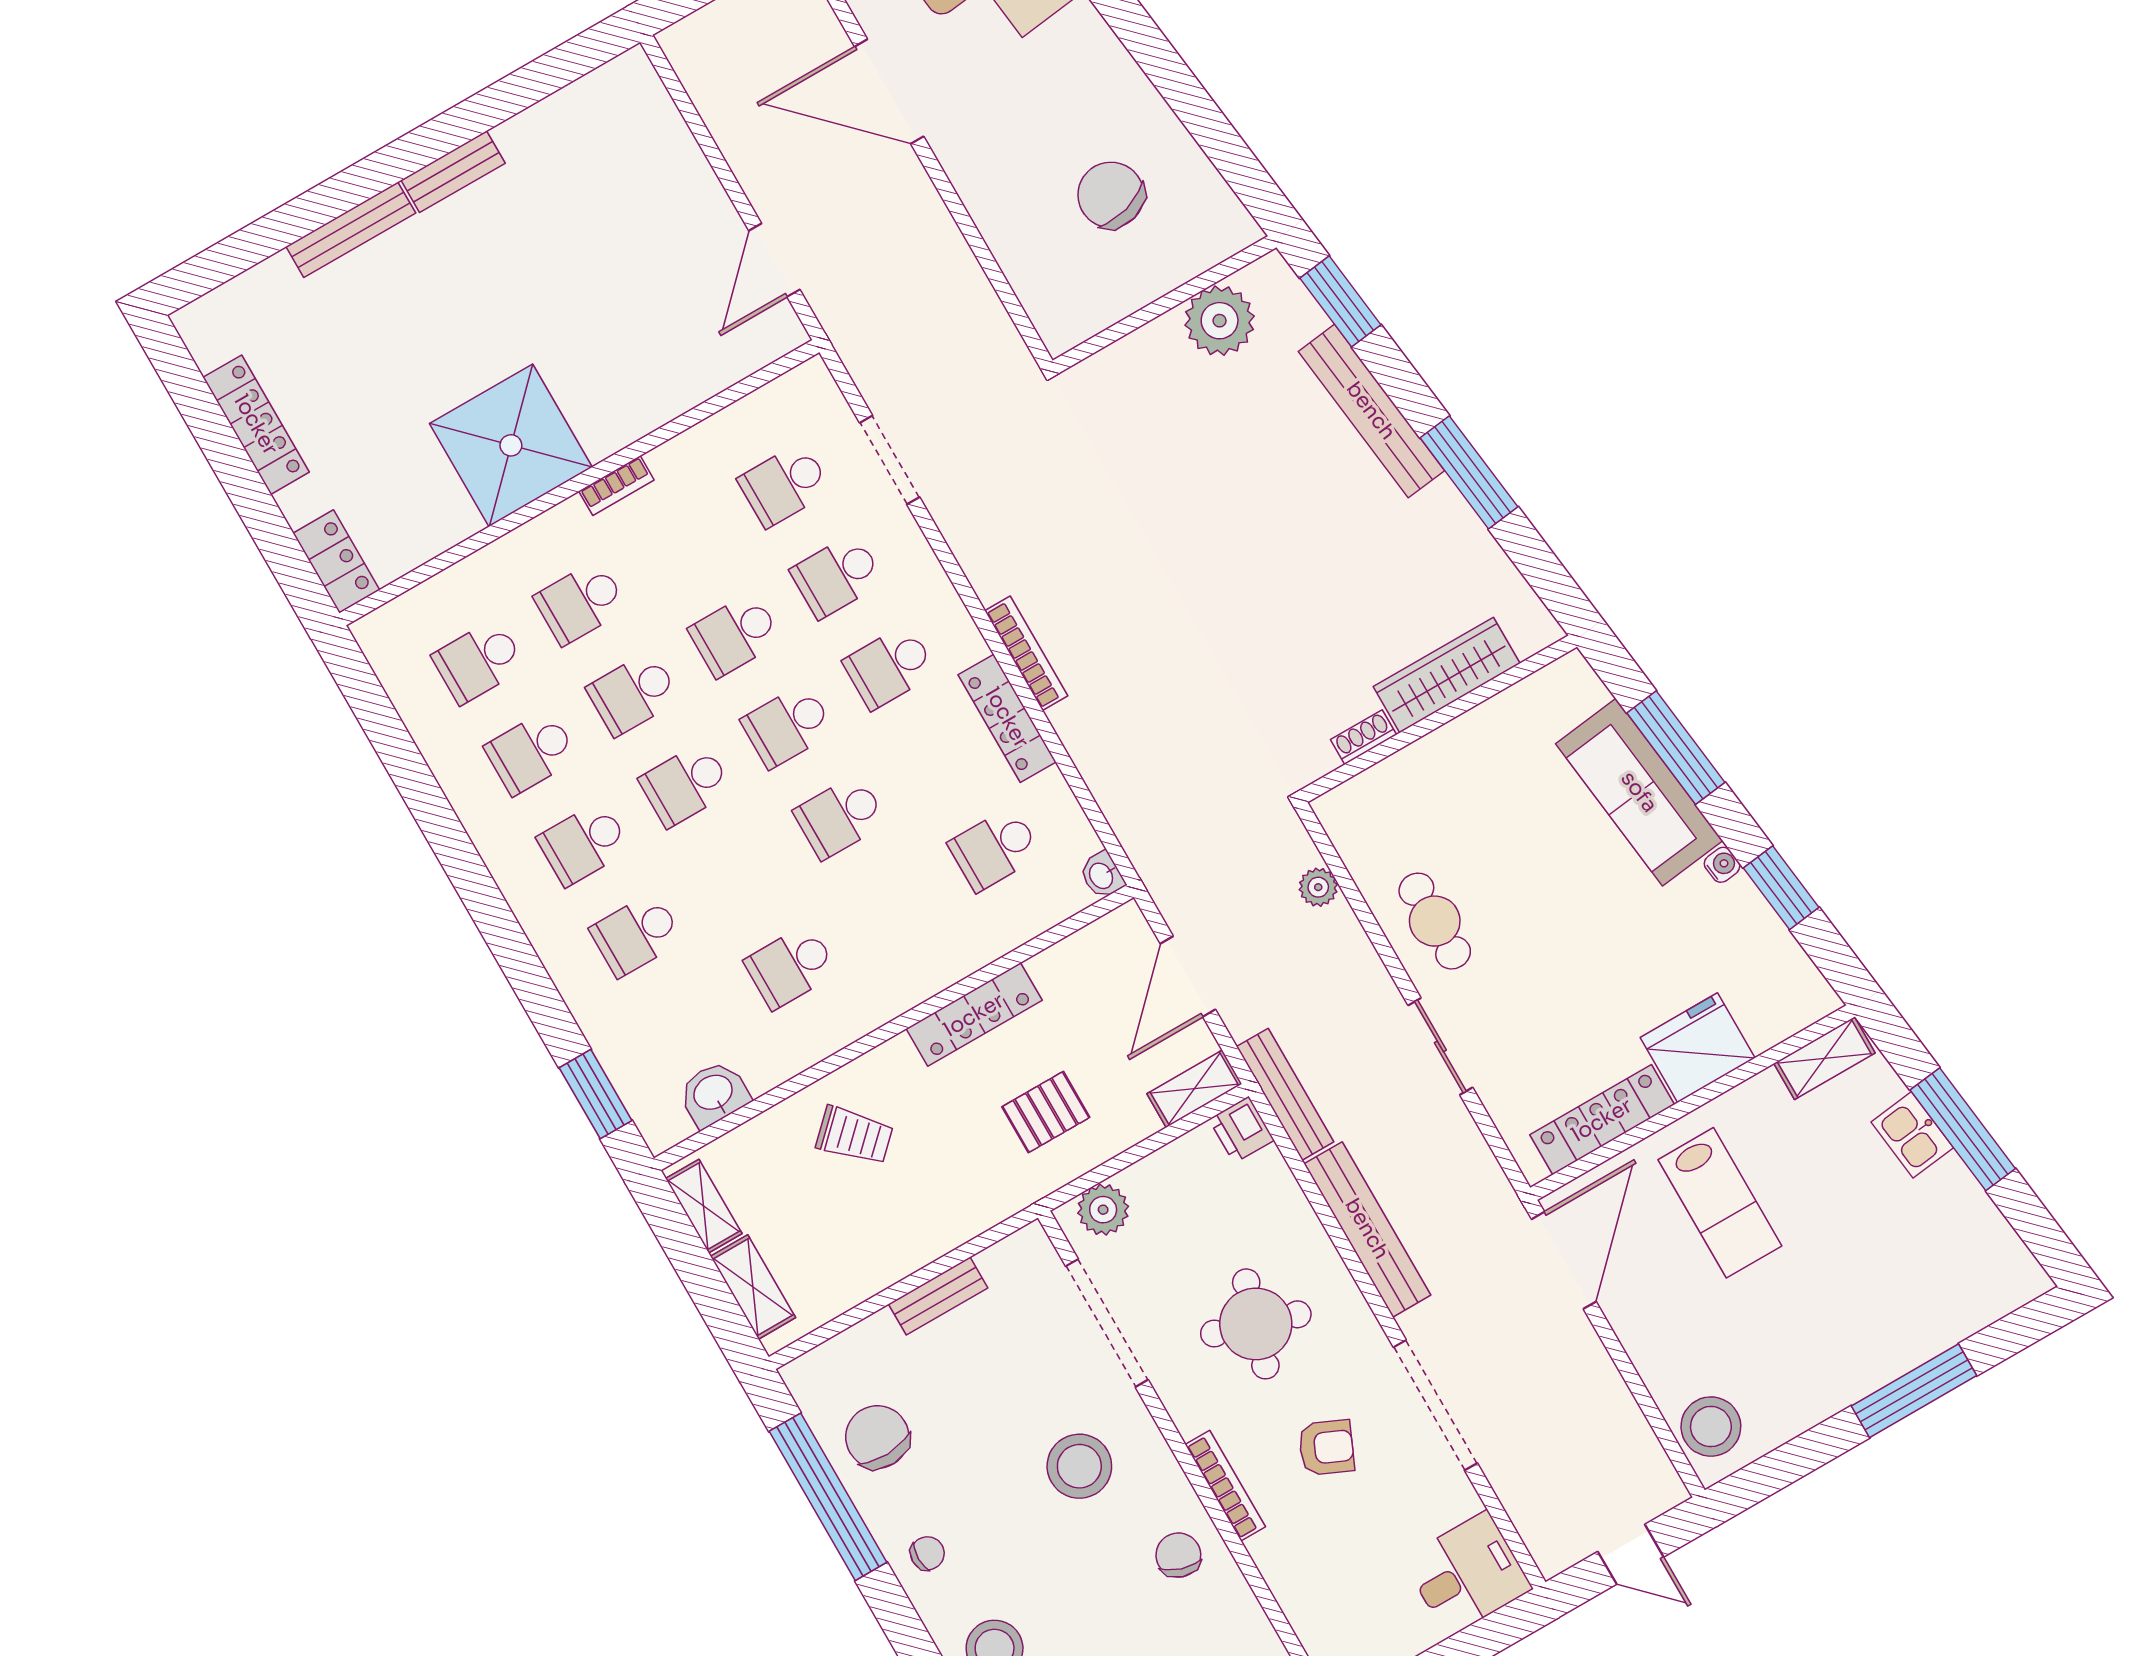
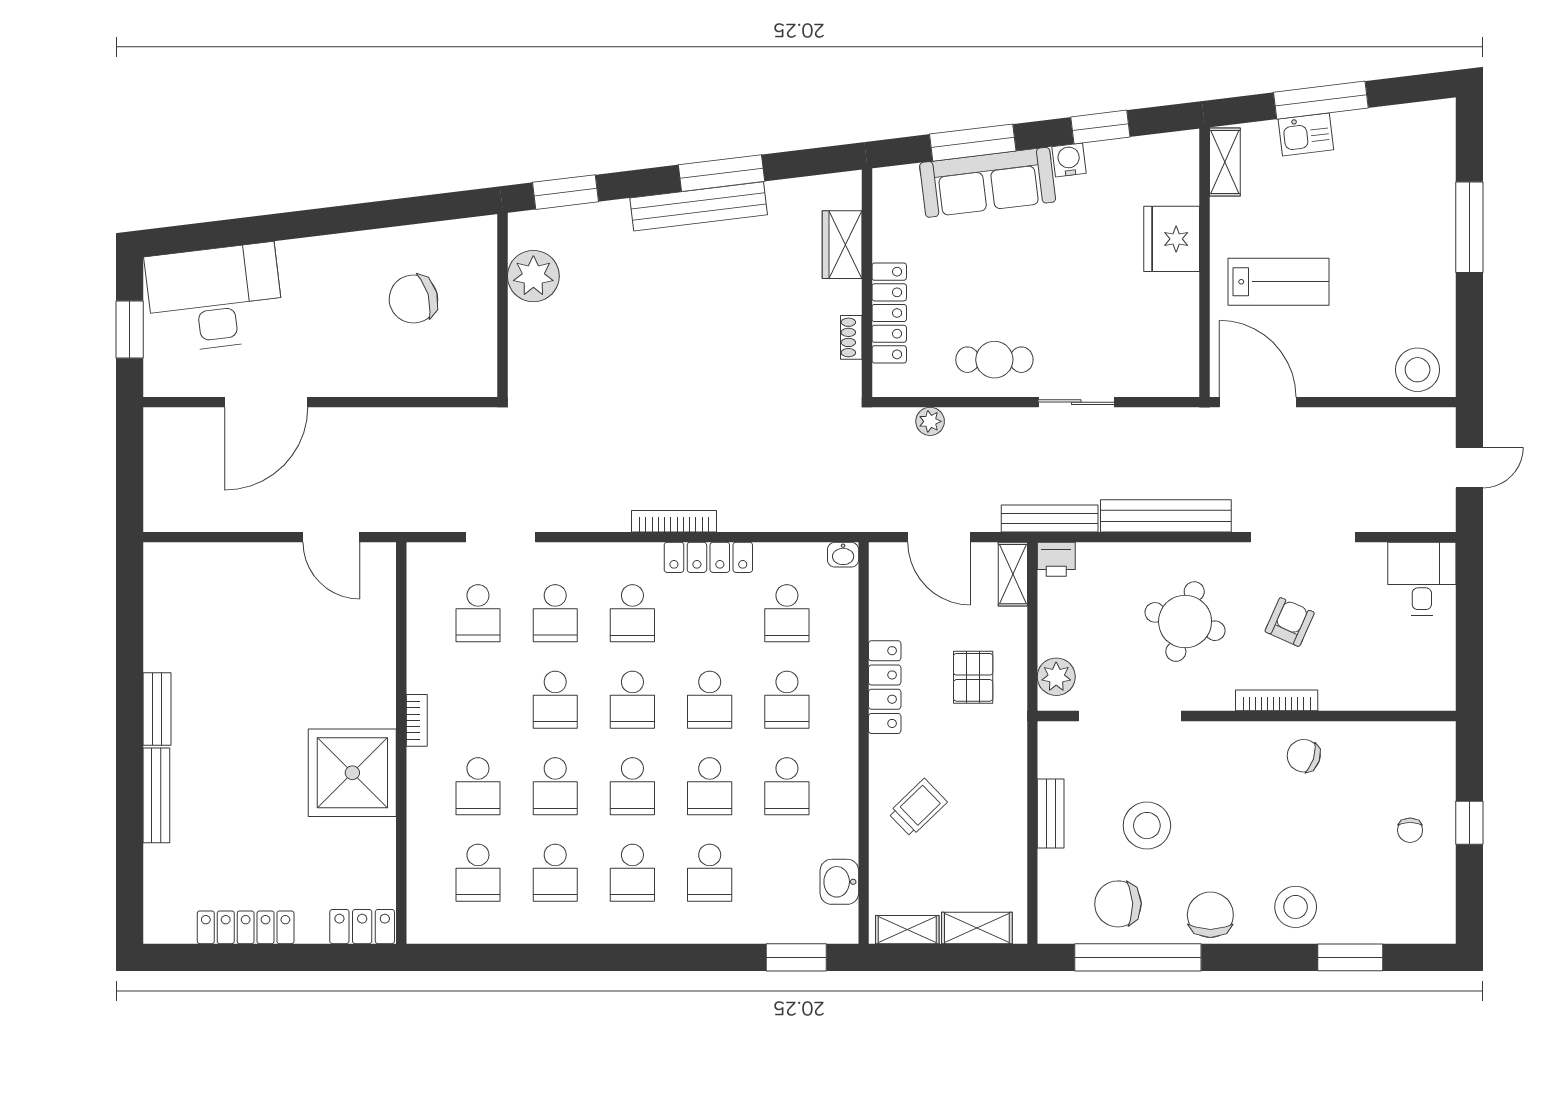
bench: (1371, 411) -> (699, 206), moved
wardrobe: (1447, 675) -> (842, 245), width x0.67
water cooler: (1722, 865) -> (1069, 160), width x1.38, depth x1.38
school desk: (738, 876) -> (710, 786), added
school desk: (893, 908) -> (787, 700), added
locker: (1602, 1120) -> (889, 313), moved, turned 180
stool: (1079, 1466) -> (1147, 826), moved
chair: (927, 1553) -> (1210, 915), width x1.87, depth x1.87

